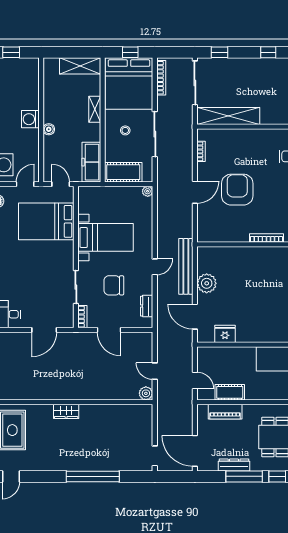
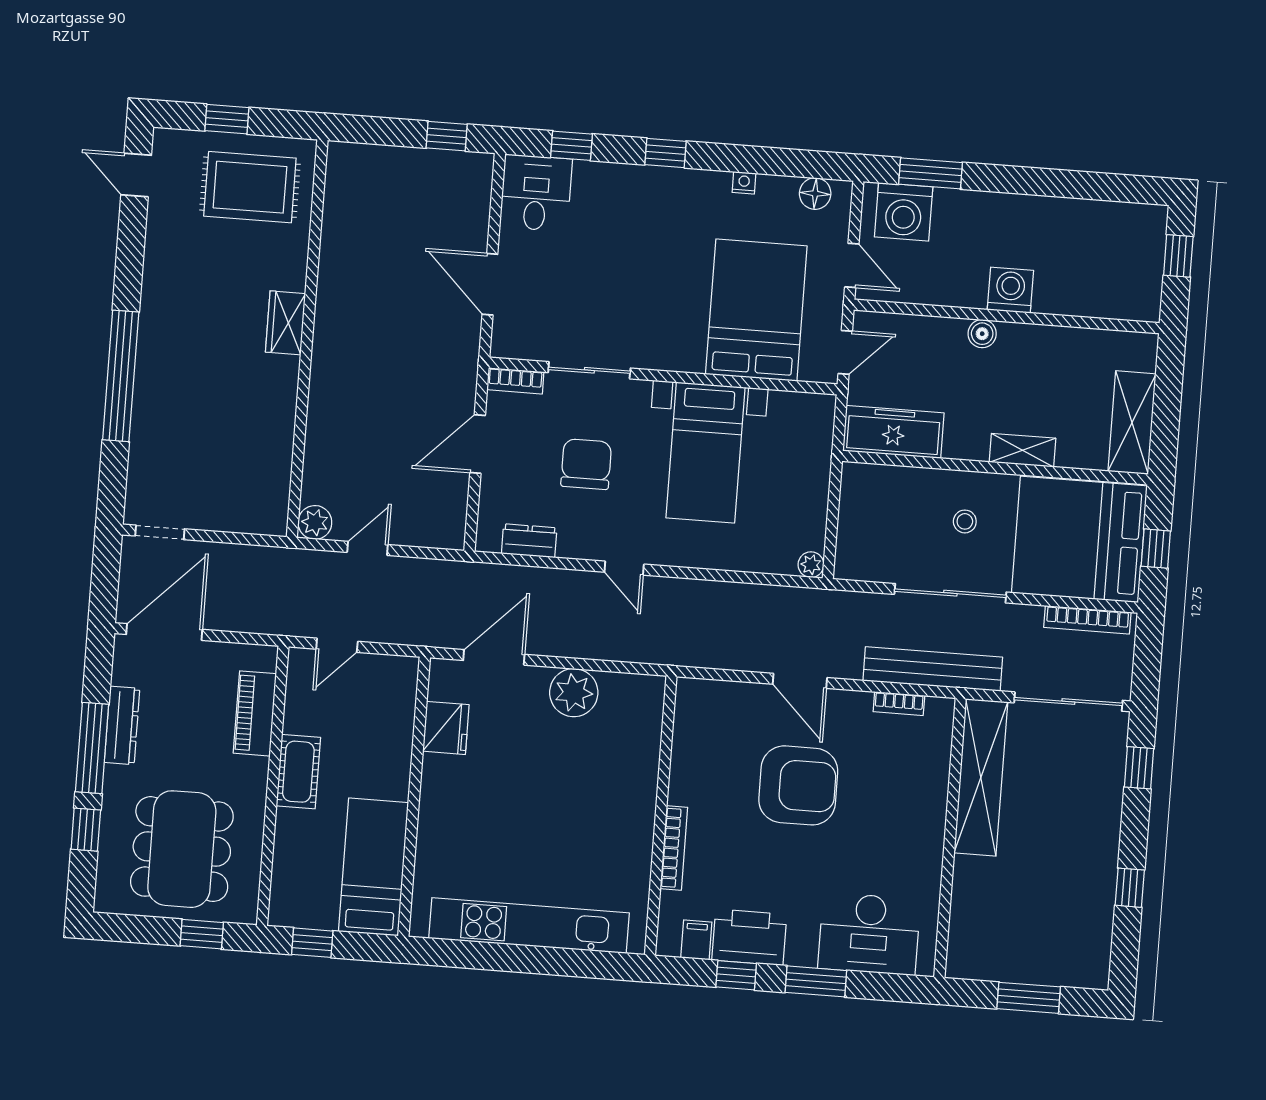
cot: (123, 172) -> (863, 508), removed
bench: (186, 266) -> (933, 669), moved
cot: (230, 392) -> (298, 772), moved

